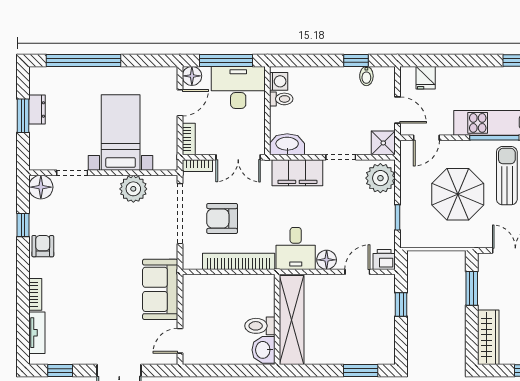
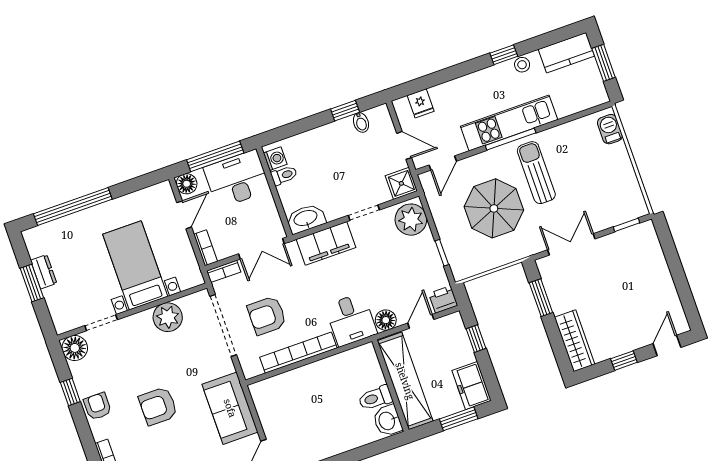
armchair: (97, 265) -> (158, 406), added
wall: (277, 319) -> (390, 385), moved
shelving: (292, 320) -> (405, 381), moved
toilet: (260, 326) -> (375, 398), moved
freezer: (382, 345) -> (472, 386), added
washbasin: (263, 350) -> (387, 421), moved

